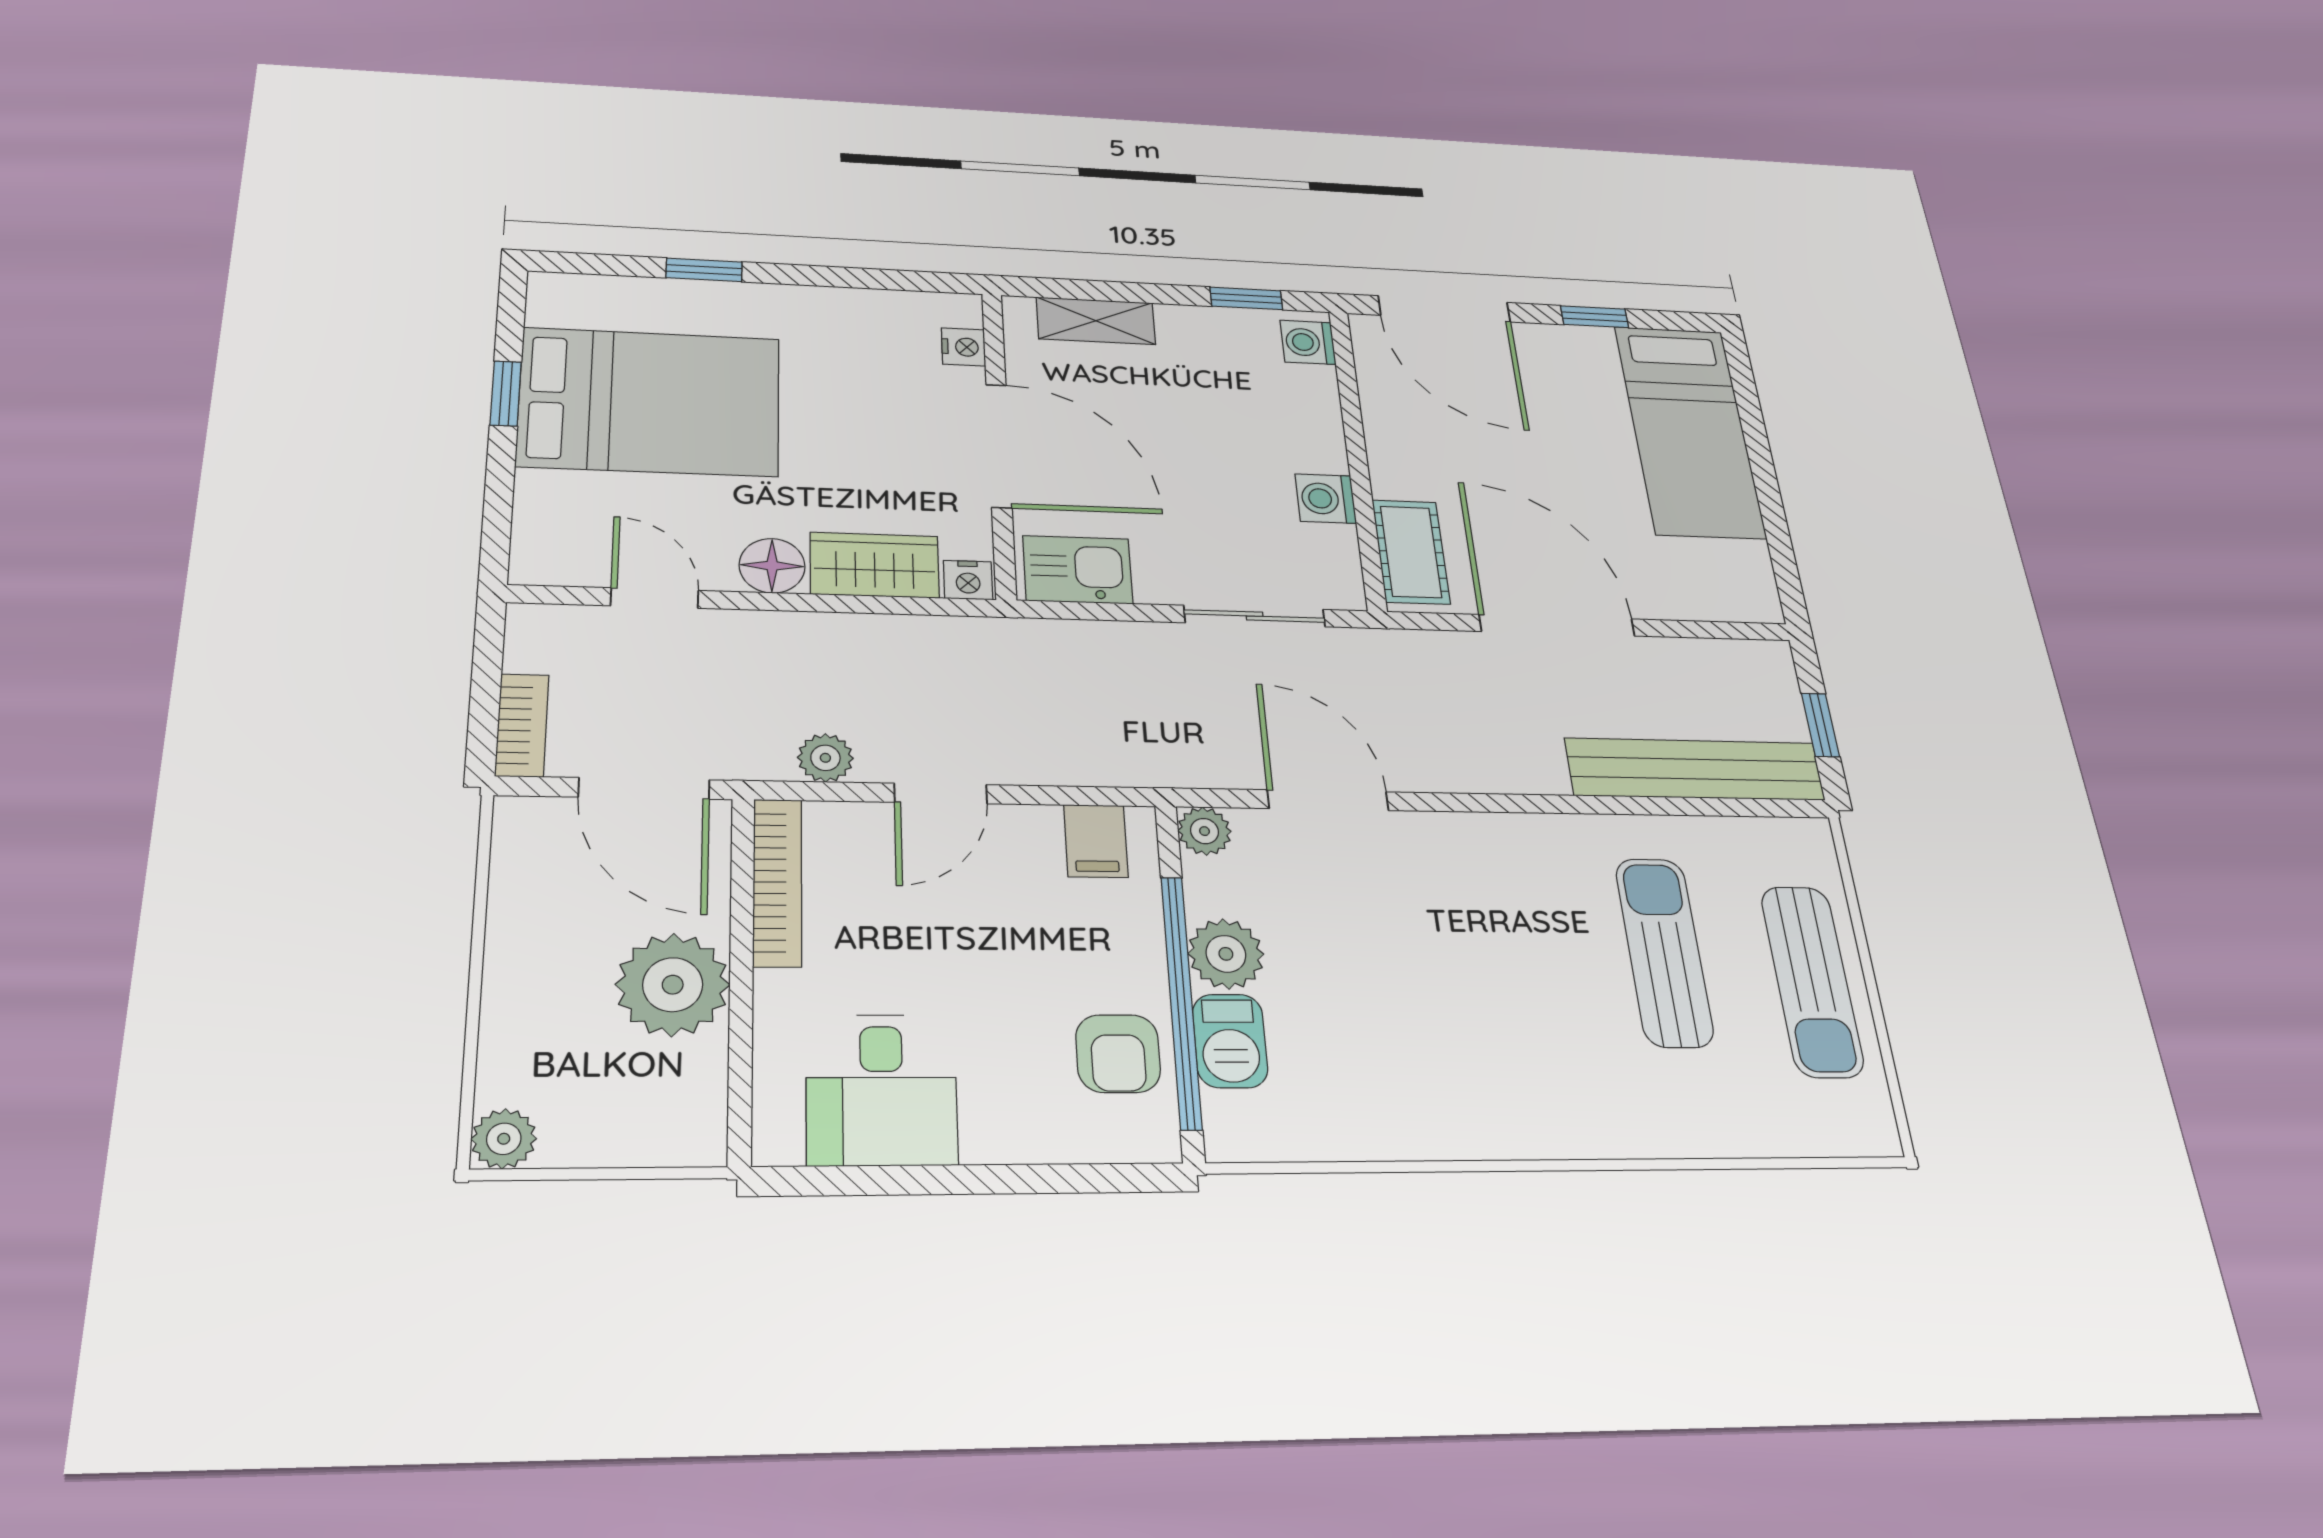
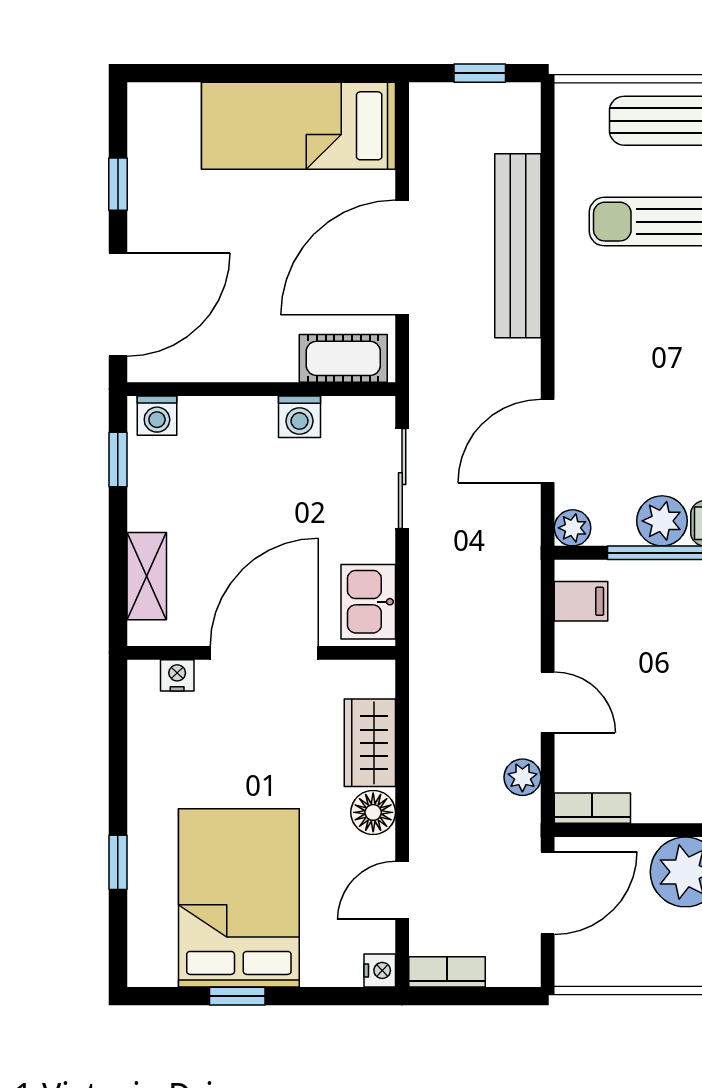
bed: (1689, 431) -> (298, 126), moved, turned 180
nightstand: (968, 580) -> (380, 970), moved
bookcase: (522, 725) -> (447, 972), moved
bench: (1695, 769) -> (518, 246), moved
bookcase: (777, 882) -> (592, 808), width x0.64

